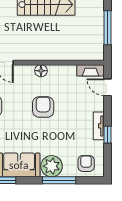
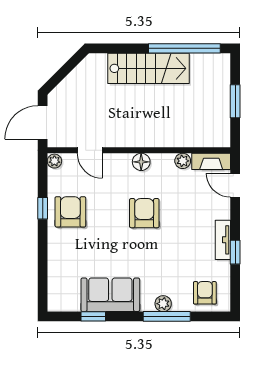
window: (107, 28) -> (235, 101), width x0.69
plant: (70, 70) -> (183, 161), added
plant: (52, 166) -> (163, 304), width x0.53, depth x0.53

